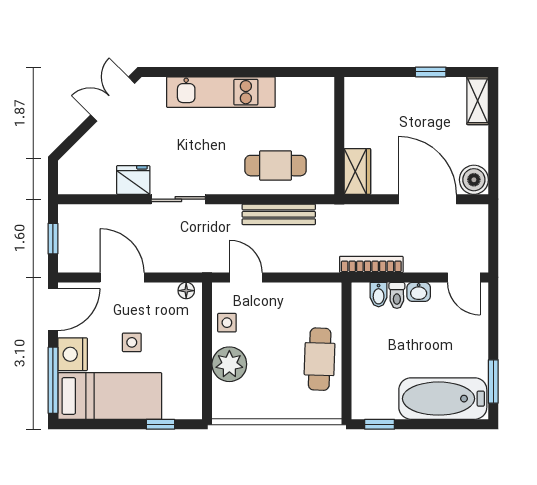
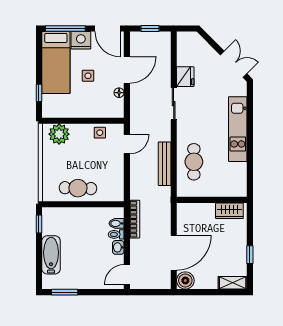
wardrobe: (357, 171) -> (229, 211), moved
floor lamp: (186, 291) -> (119, 93), moved
plant: (229, 364) -> (59, 134), moved
bathtub: (443, 399) -> (51, 255), width x0.73, depth x0.73

